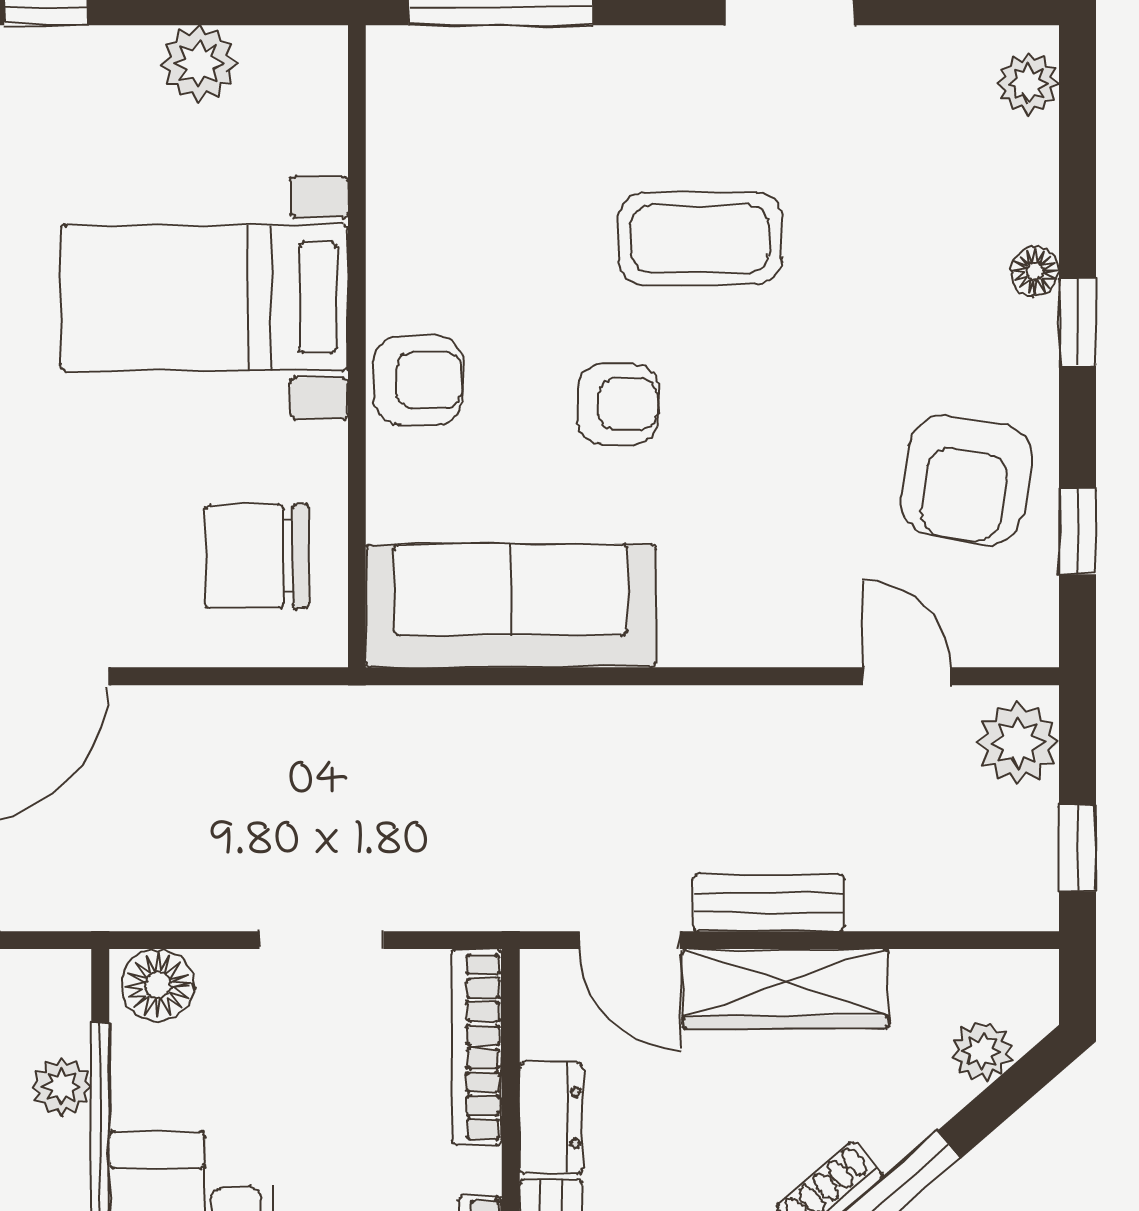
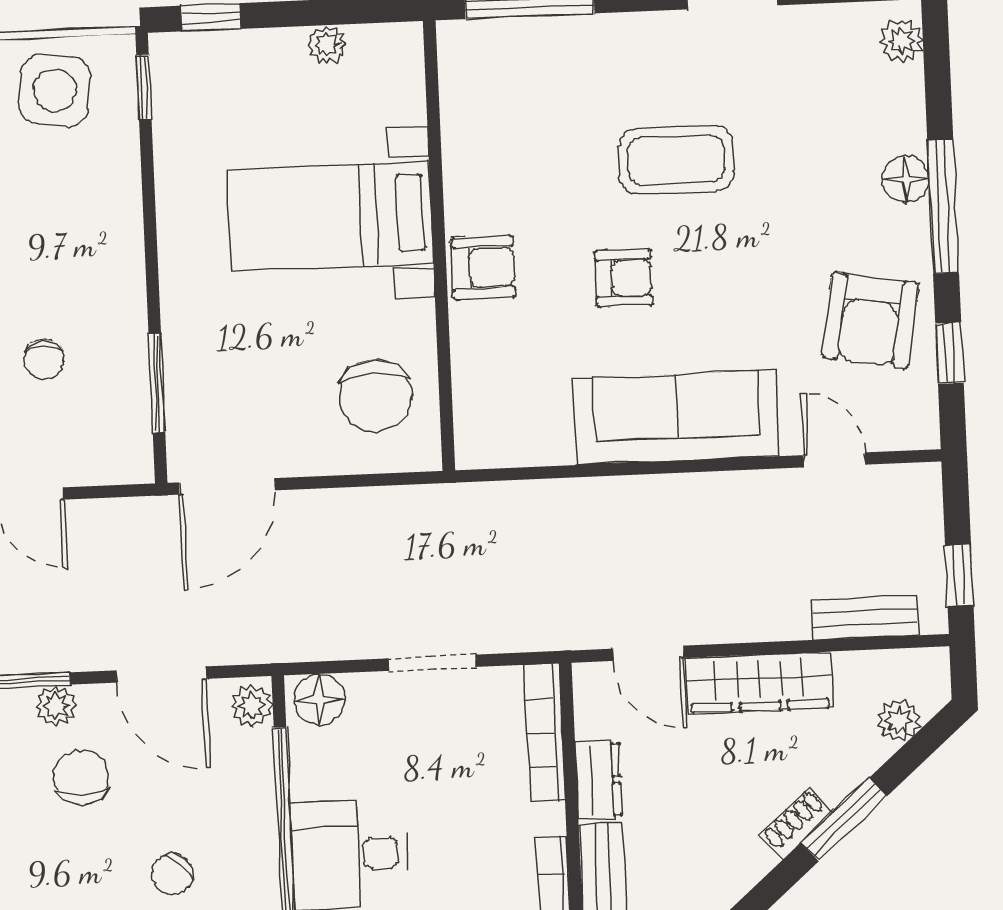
plant: (199, 63) -> (327, 45), width x0.73, depth x0.73
floor lamp: (1035, 271) -> (906, 179), width x1.37, depth x1.37
window: (1077, 322) -> (943, 207), width x2.17
chair: (257, 556) -> (375, 396), turned -90
sofa: (511, 606) -> (676, 417), moved
plant: (1018, 743) -> (914, 503), removed
bench: (769, 903) -> (865, 618), moved
plant: (62, 1087) -> (252, 705), moved

